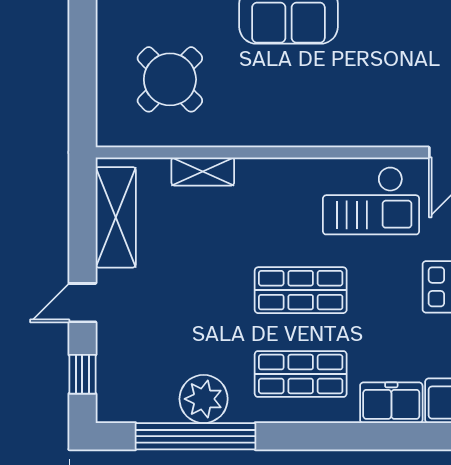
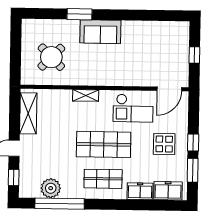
shelving: (203, 171) -> (86, 95), moved
shop shelf: (301, 290) -> (104, 144), width x1.43, depth x1.36
plant: (204, 399) -> (51, 188), moved

